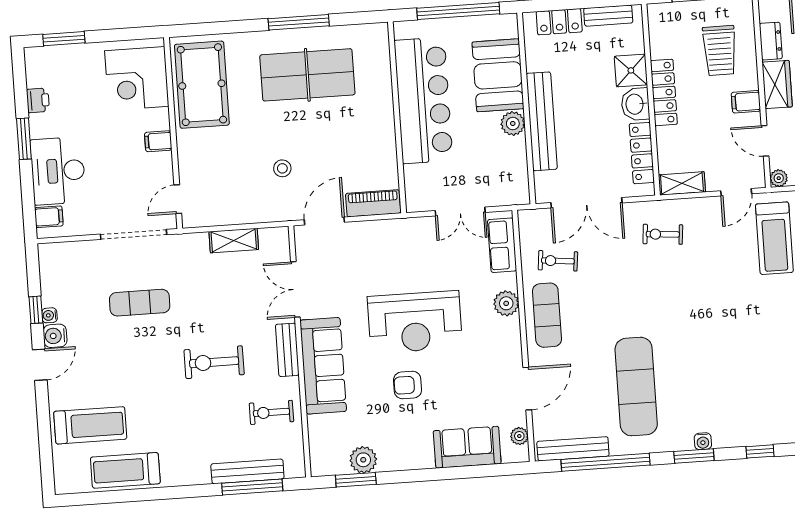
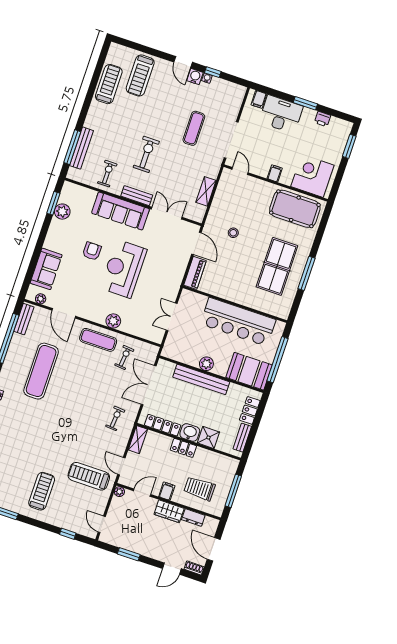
booth: (498, 75) -> (249, 371), moved
locker: (664, 92) -> (183, 448), width x0.66
row of seats: (502, 245) -> (145, 332), removed
exercise mat: (636, 387) -> (41, 371), turned 90
bench: (573, 449) -> (24, 319), width x0.73

